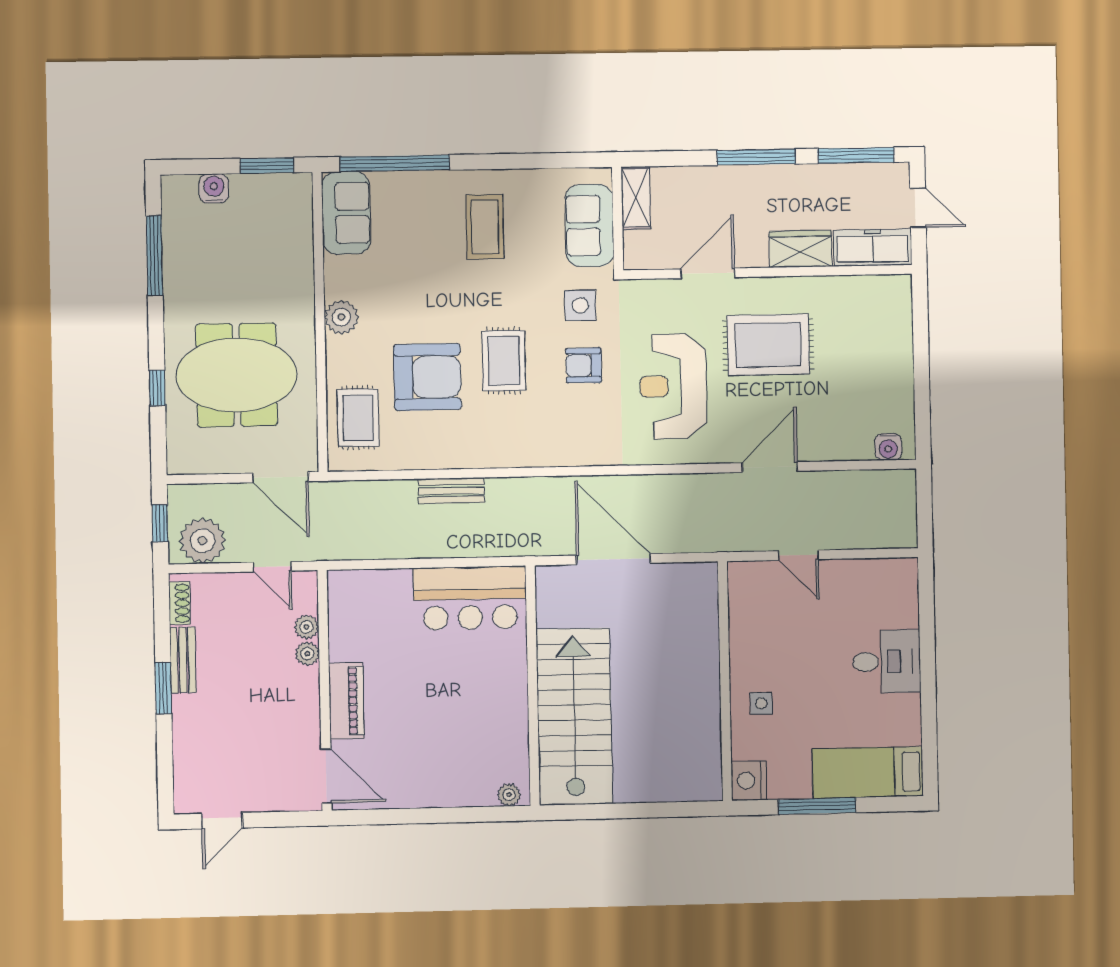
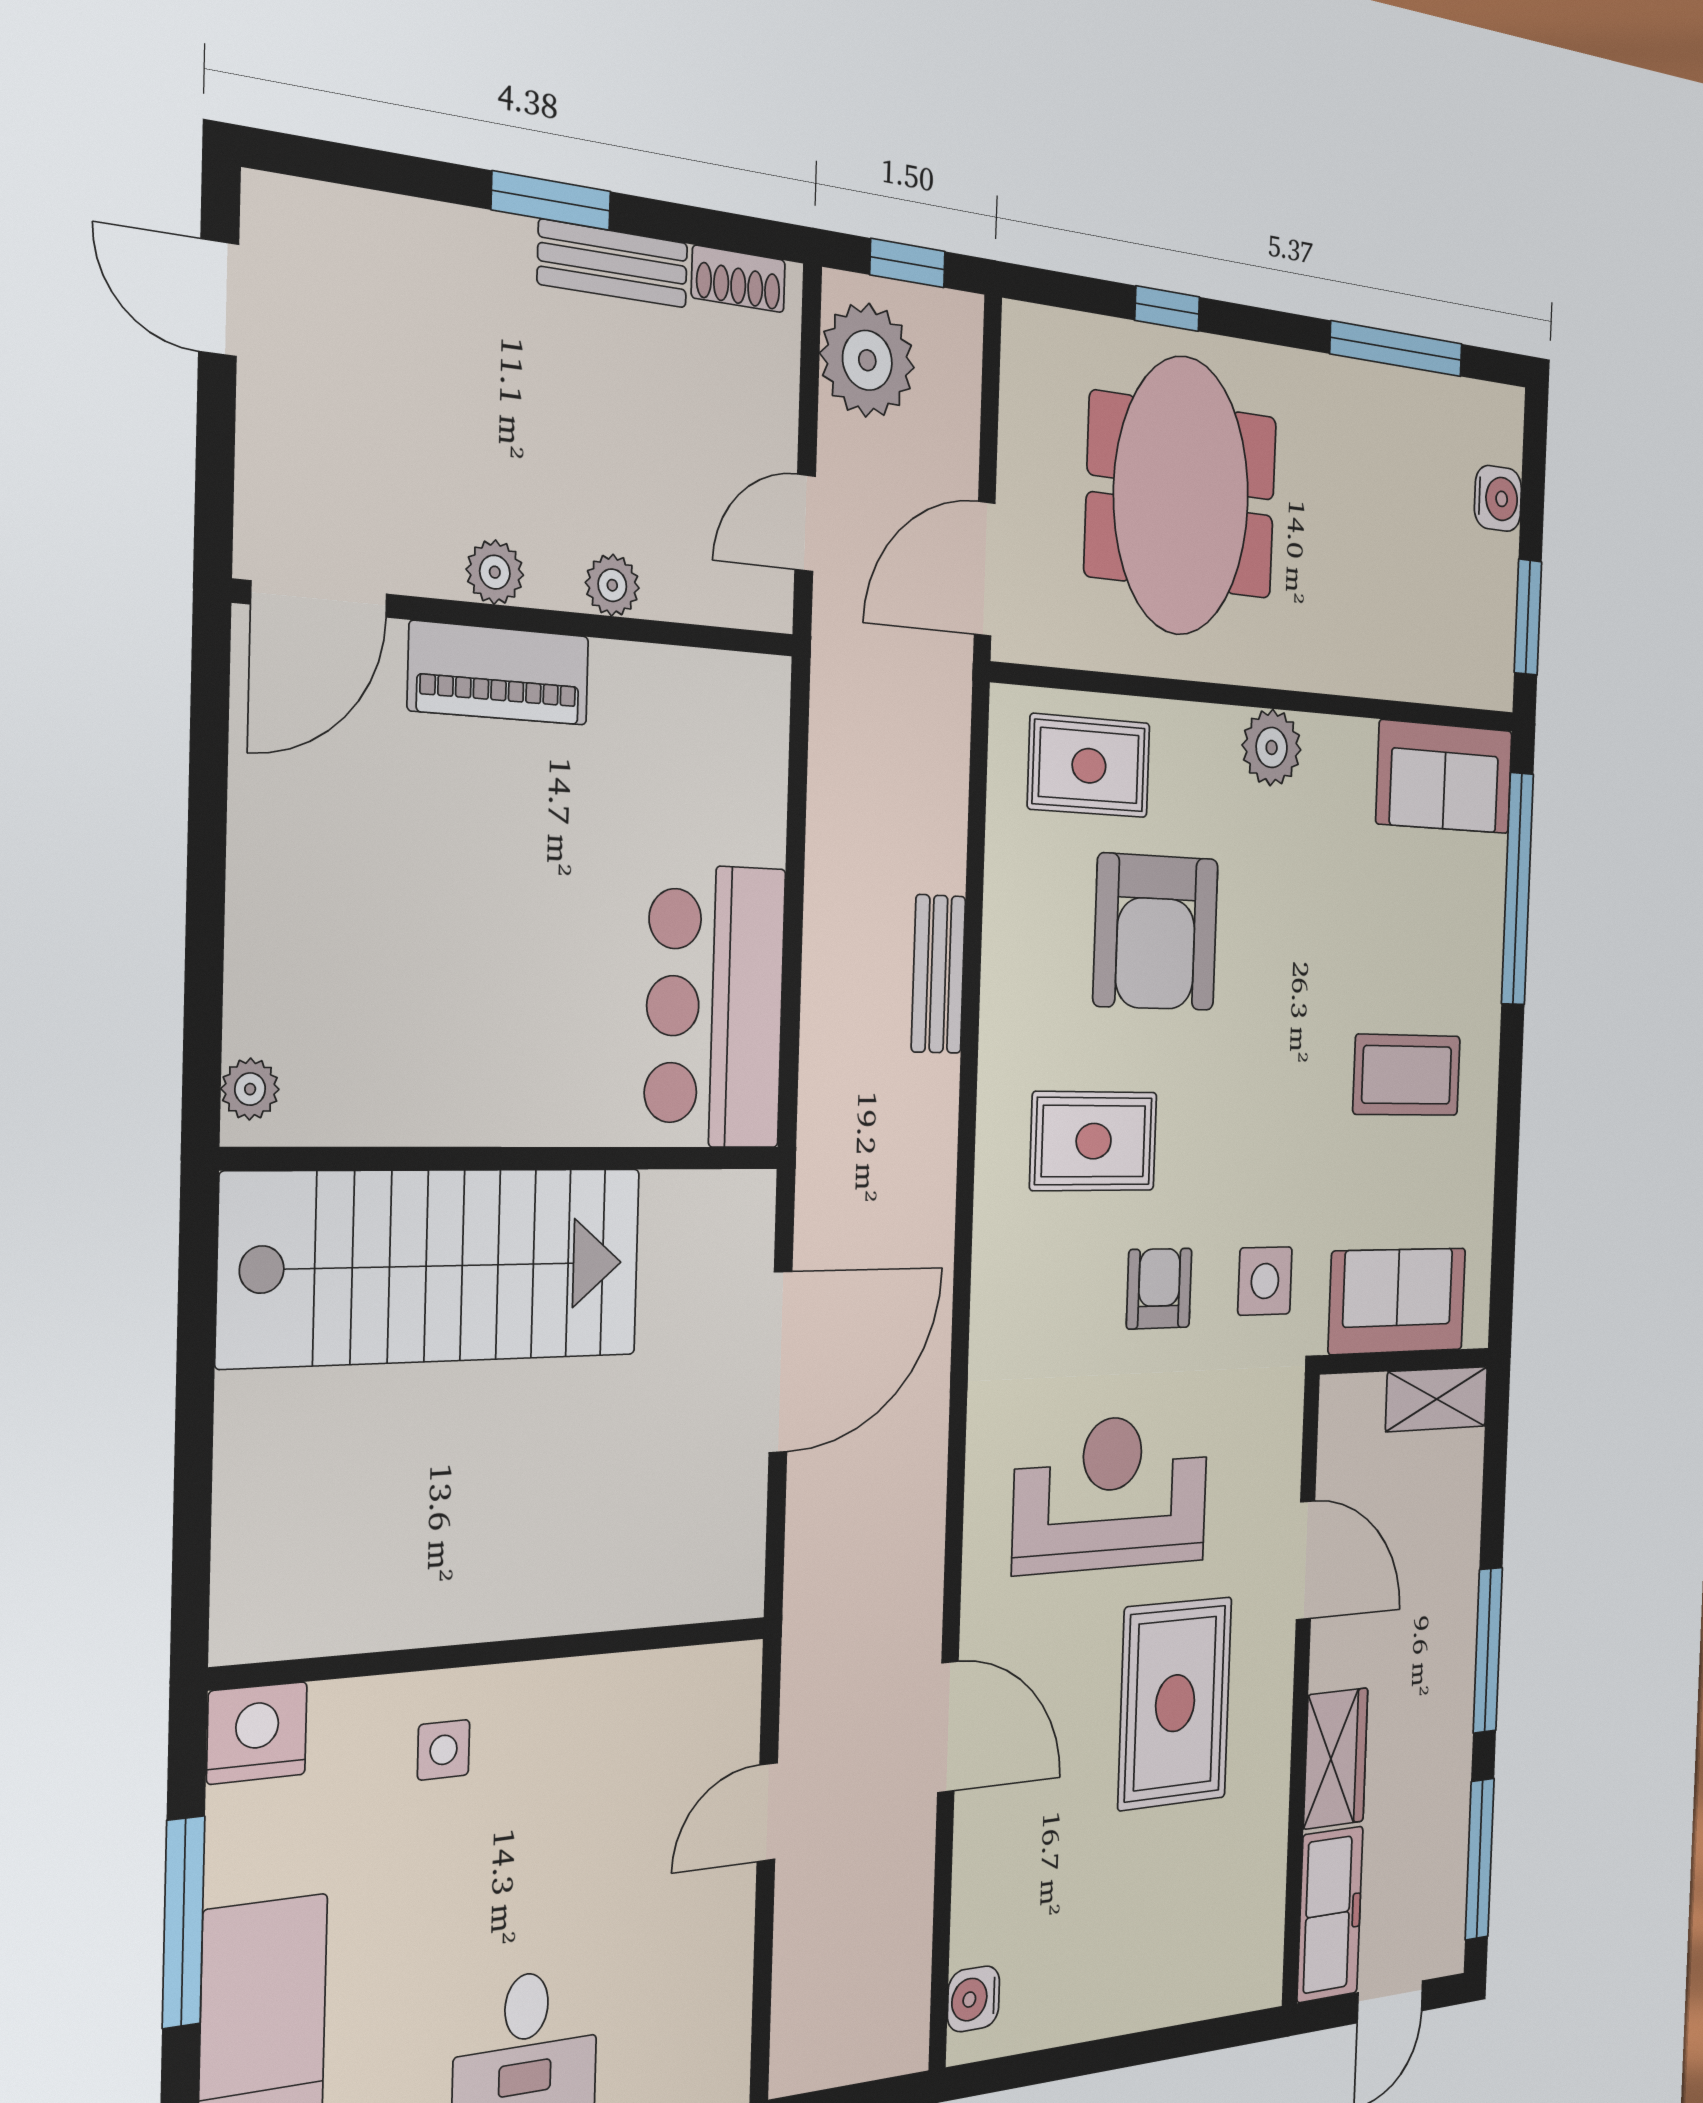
rug: (504, 361) -> (1094, 1141), moved
plant: (306, 627) -> (495, 572), moved

